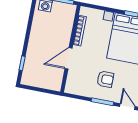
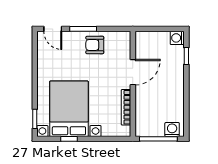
washing machine: (27, 79) -> (177, 38), added
armchair: (105, 79) -> (95, 45), moved

